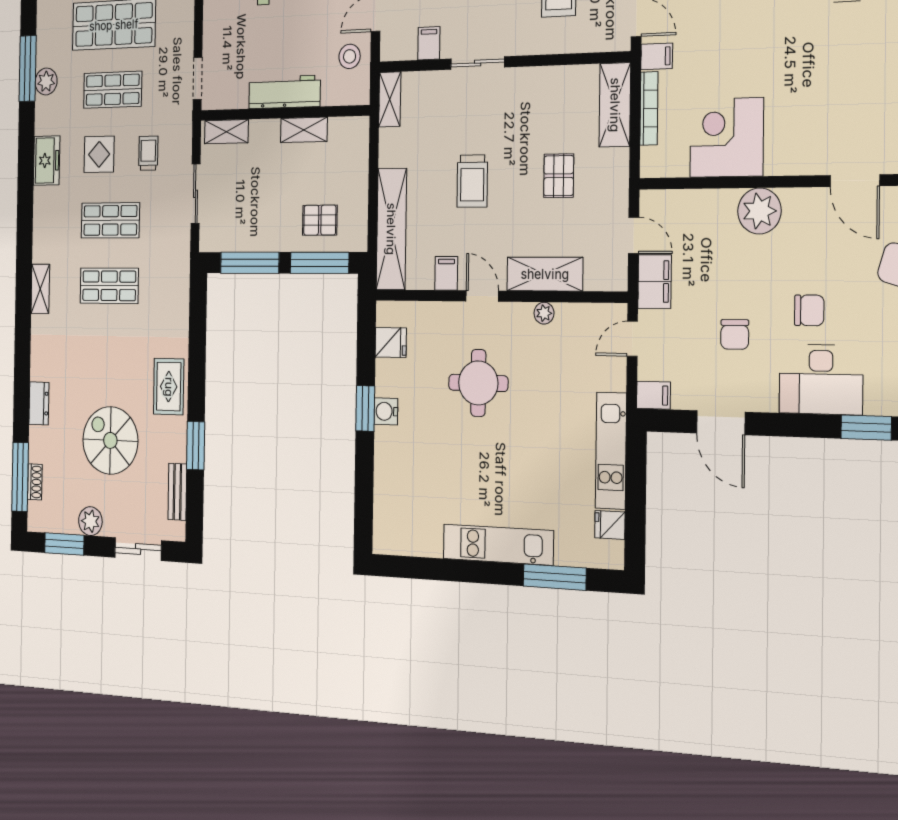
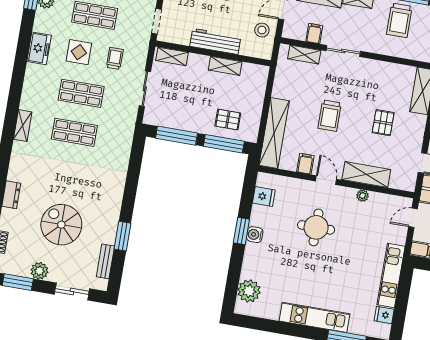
shelving: (390, 99) -> (304, 55), moved, turned 90
rug: (169, 387) -> (109, 199), removed
plant: (391, 511) -> (249, 291), added

